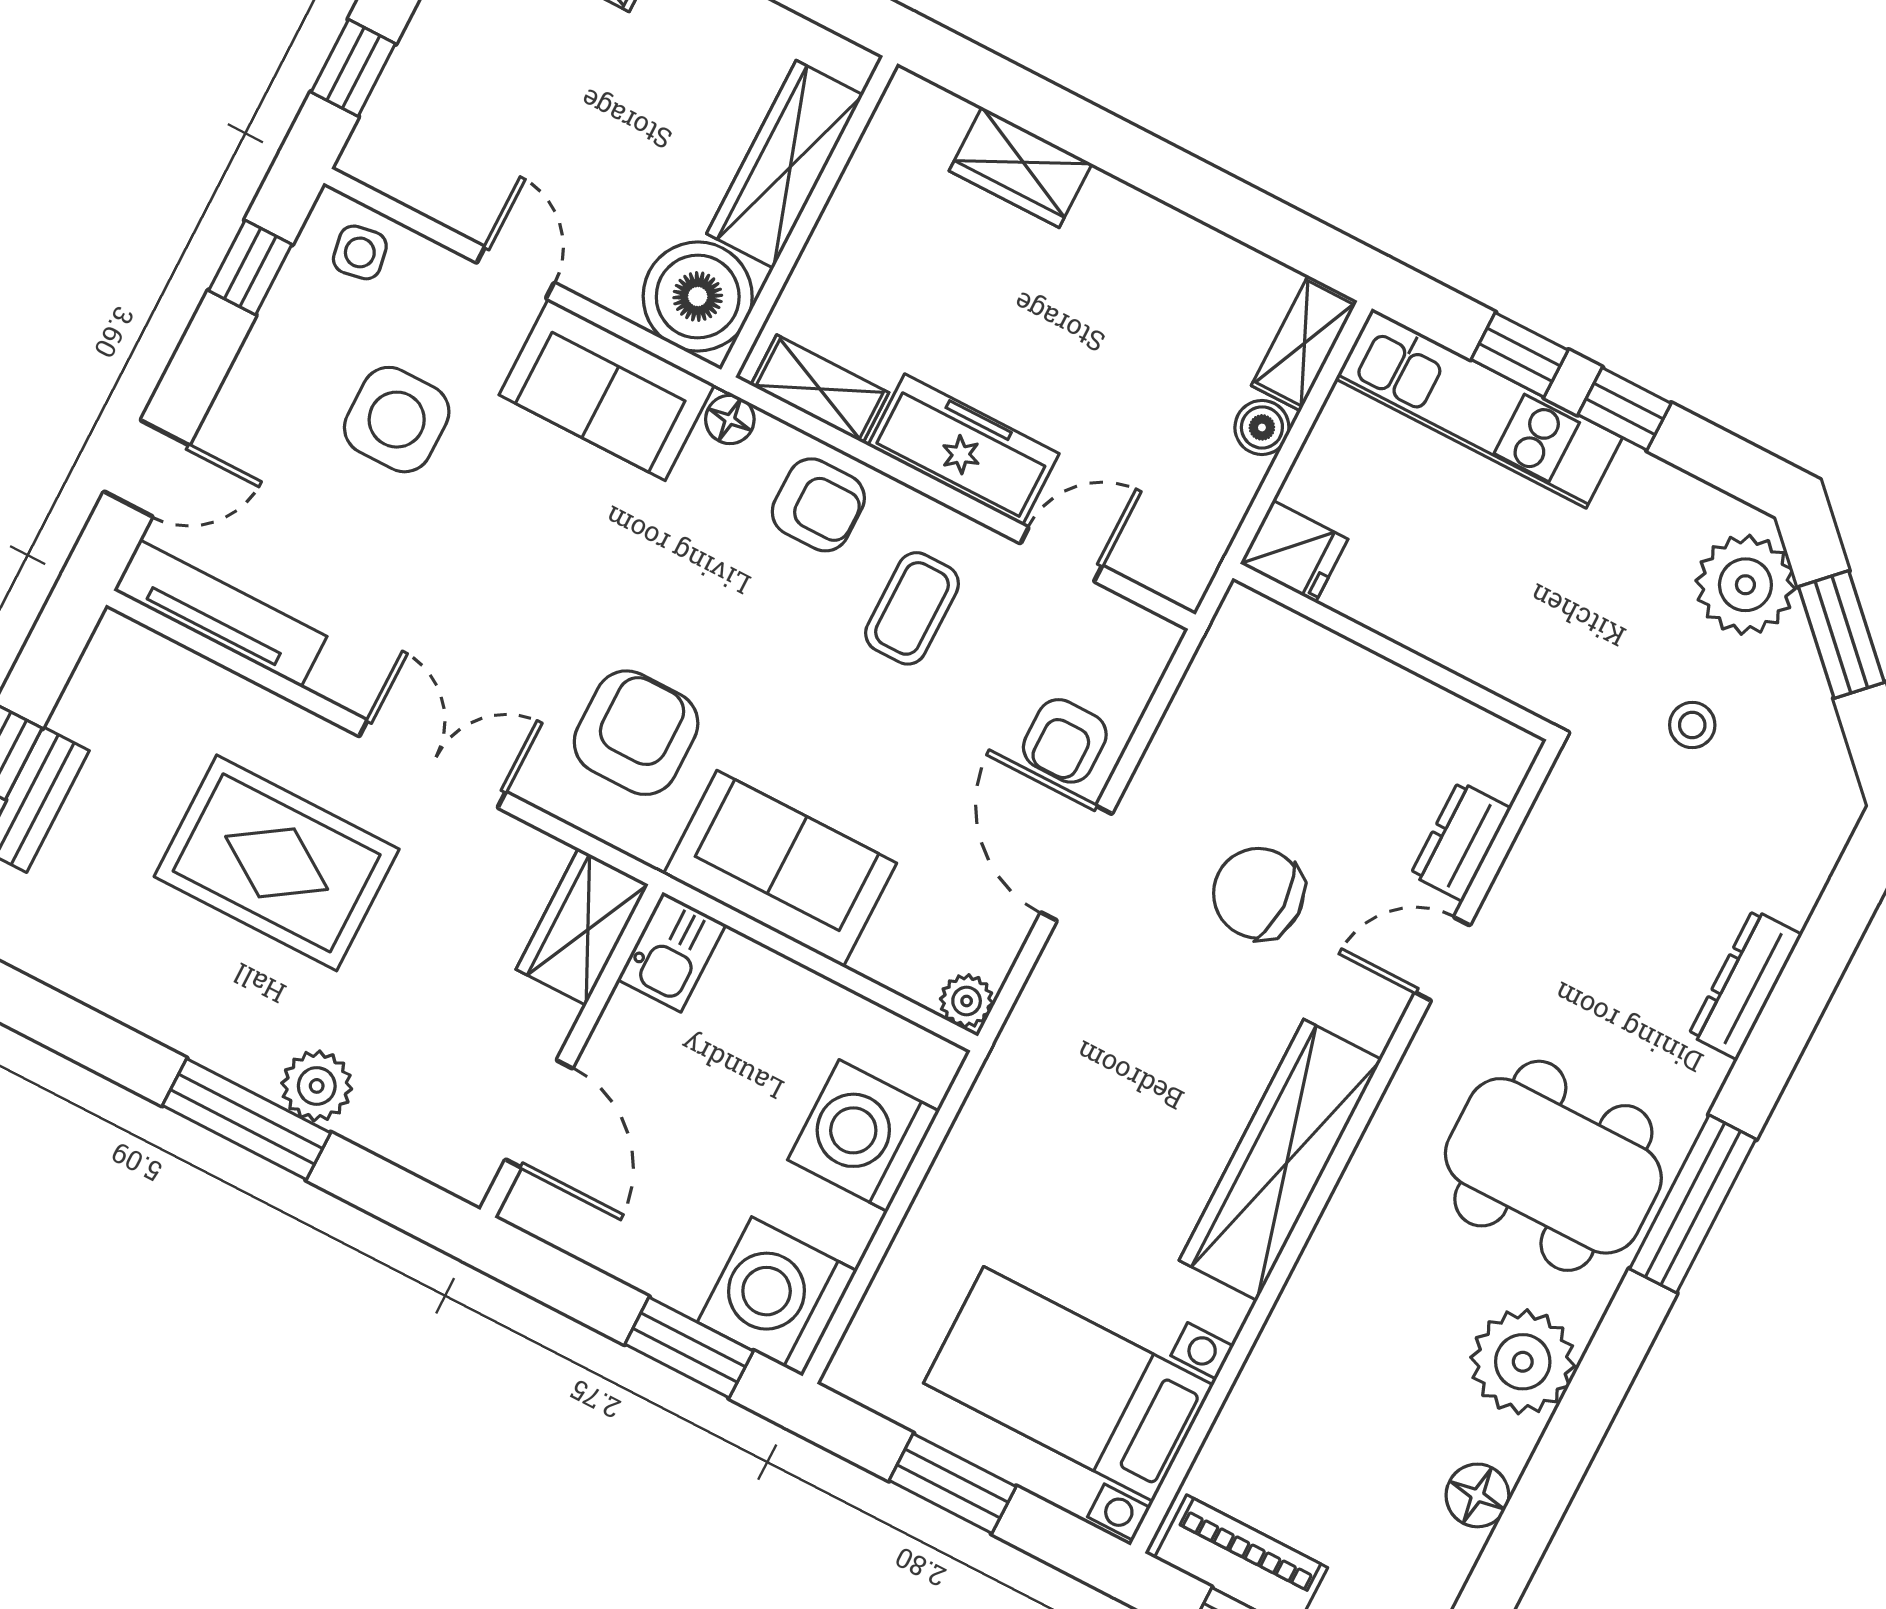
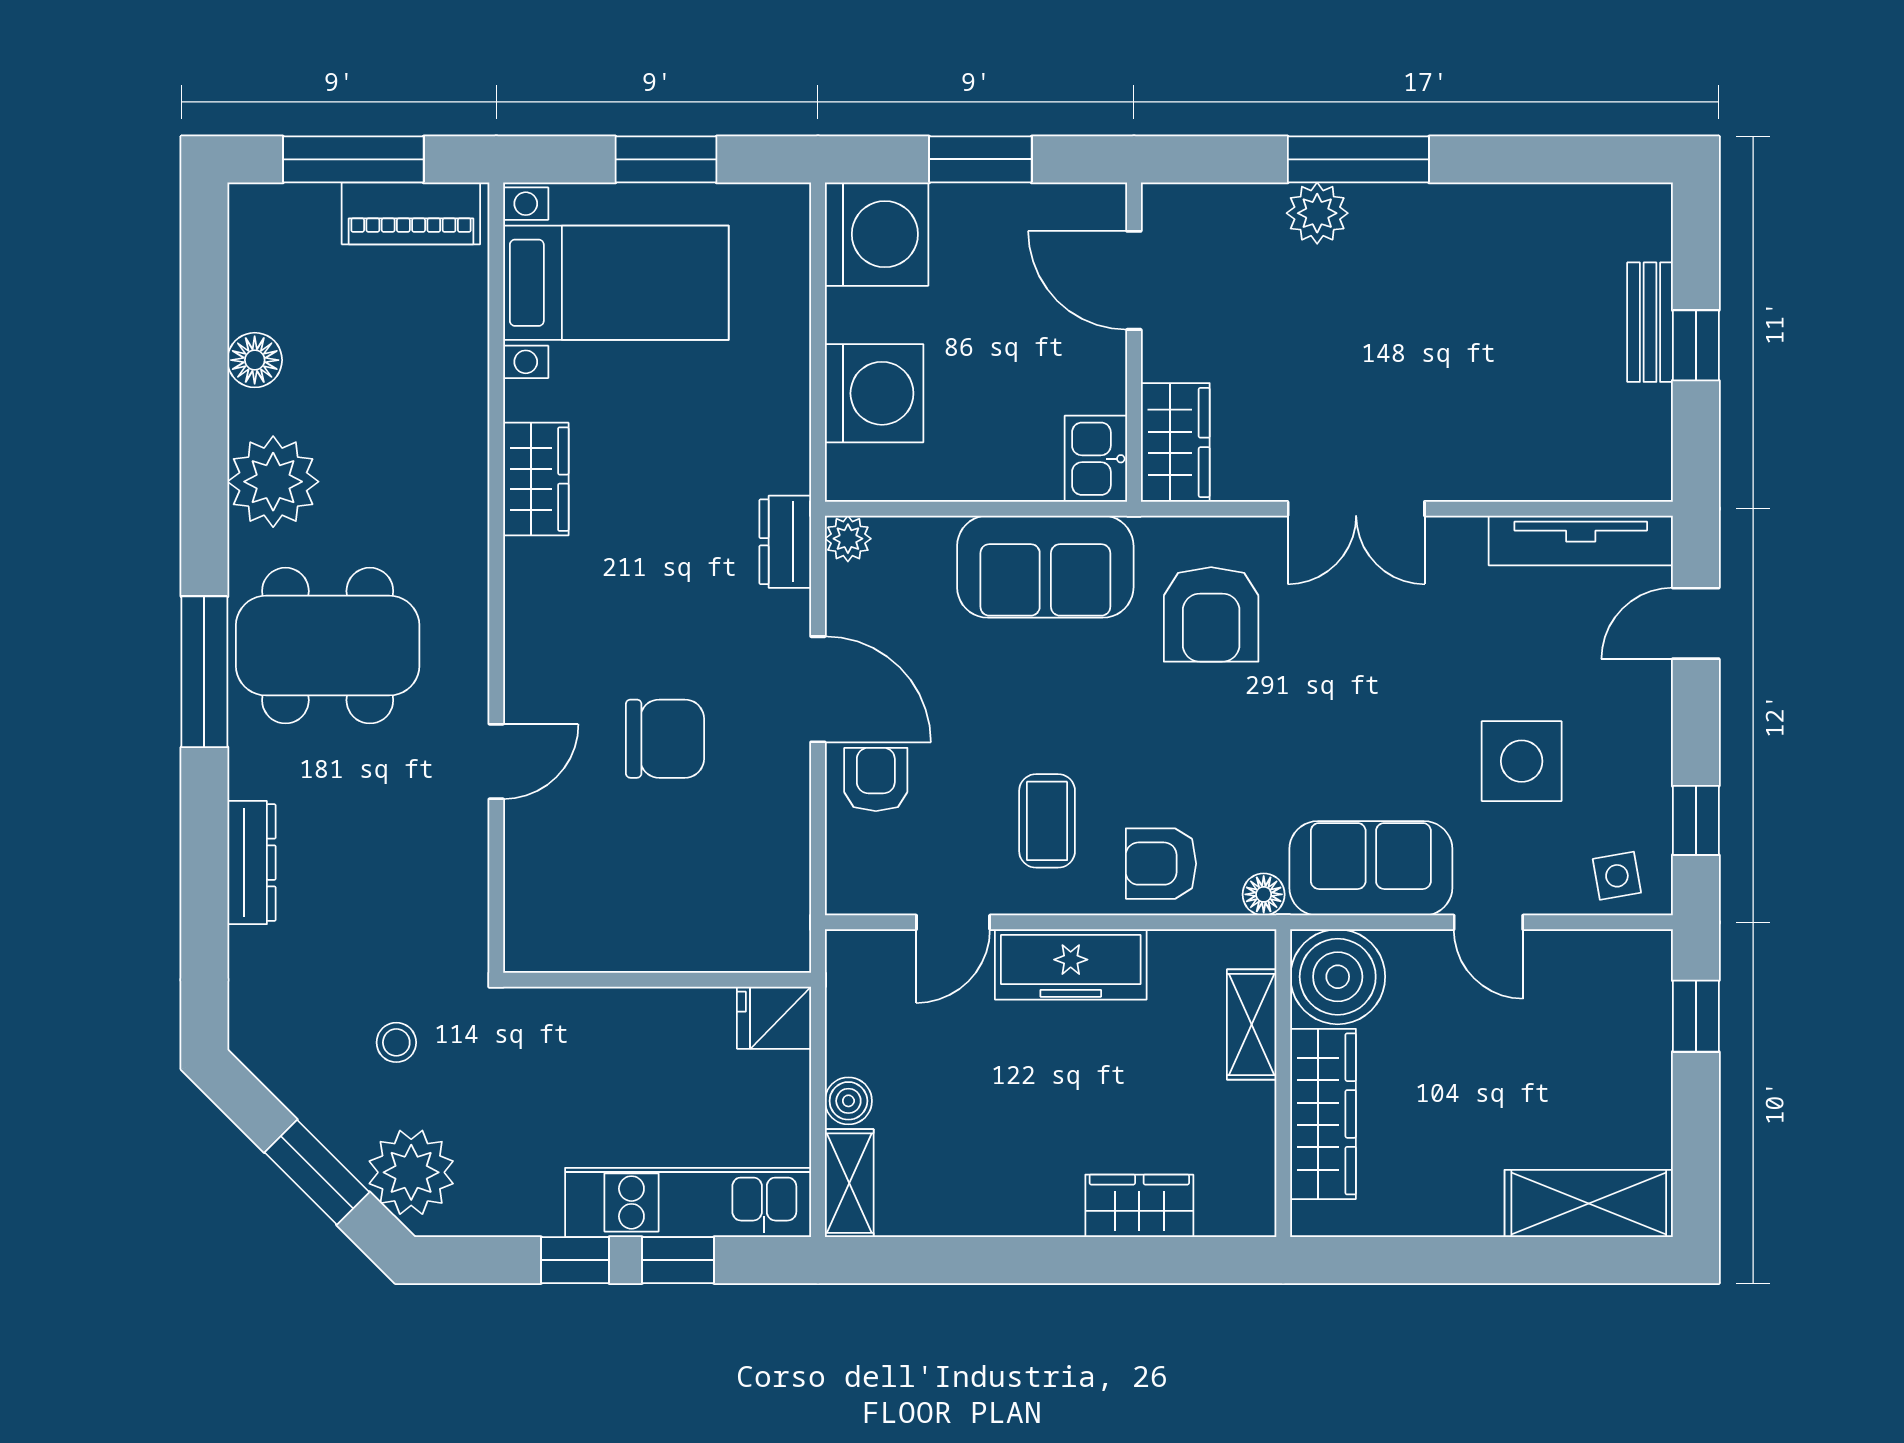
shelving: (820, 389) -> (1252, 1025), moved, turned 90
dresser: (1461, 841) -> (785, 542), moved, turned 180
rug: (277, 863) -> (1437, 370), removed
wardrobe: (1280, 1160) -> (536, 479), width x0.48, depth x0.85
window: (689, 1348) -> (980, 159), moved

